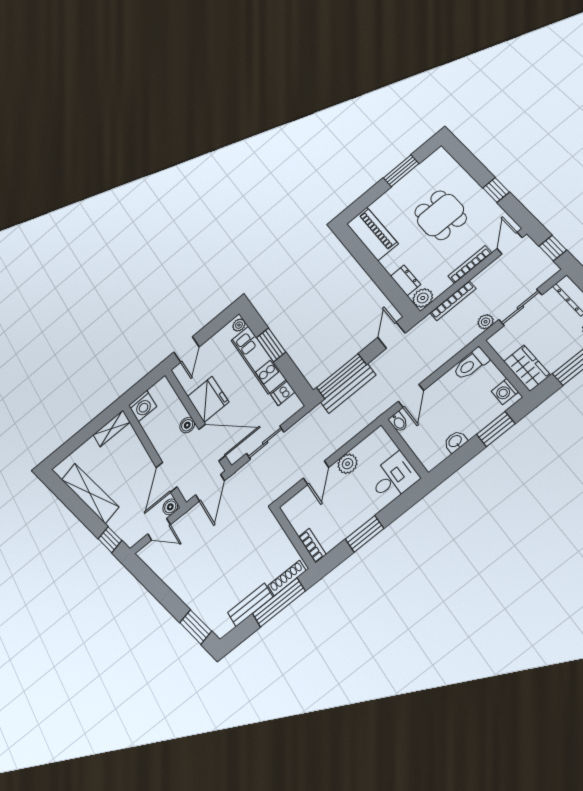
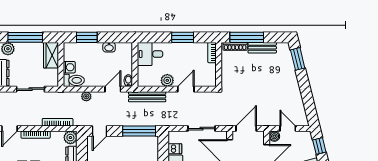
plant: (486, 322) -> (86, 96), moved
bench: (348, 389) -> (147, 97), moved
washing machine: (505, 391) -> (69, 67), moved

